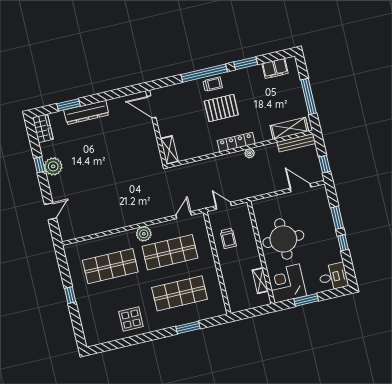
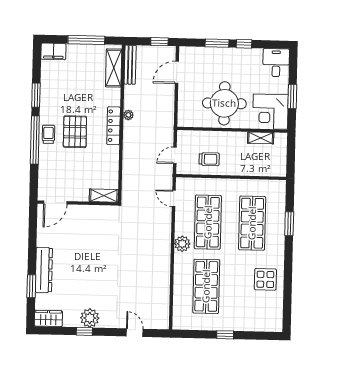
filing cabinet: (275, 68) -> (53, 51), moved, turned 90

